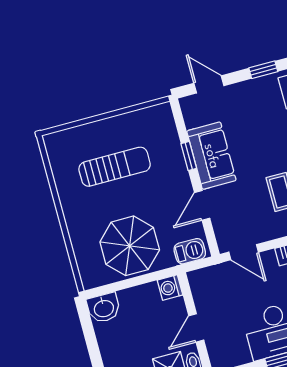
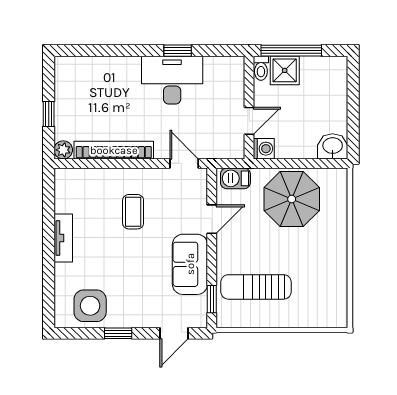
door: (209, 84) -> (174, 333), hinge flipped
window: (189, 156) -> (212, 299), moved
sun lounger: (115, 167) -> (256, 287), moved
door: (196, 328) -> (249, 121), moved

